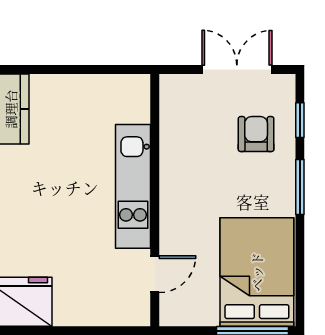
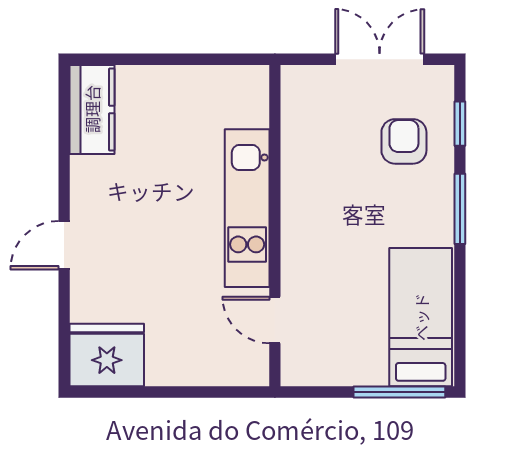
bed: (257, 272) -> (421, 317), width x0.67
door: (155, 274) -> (275, 320), swing flipped

